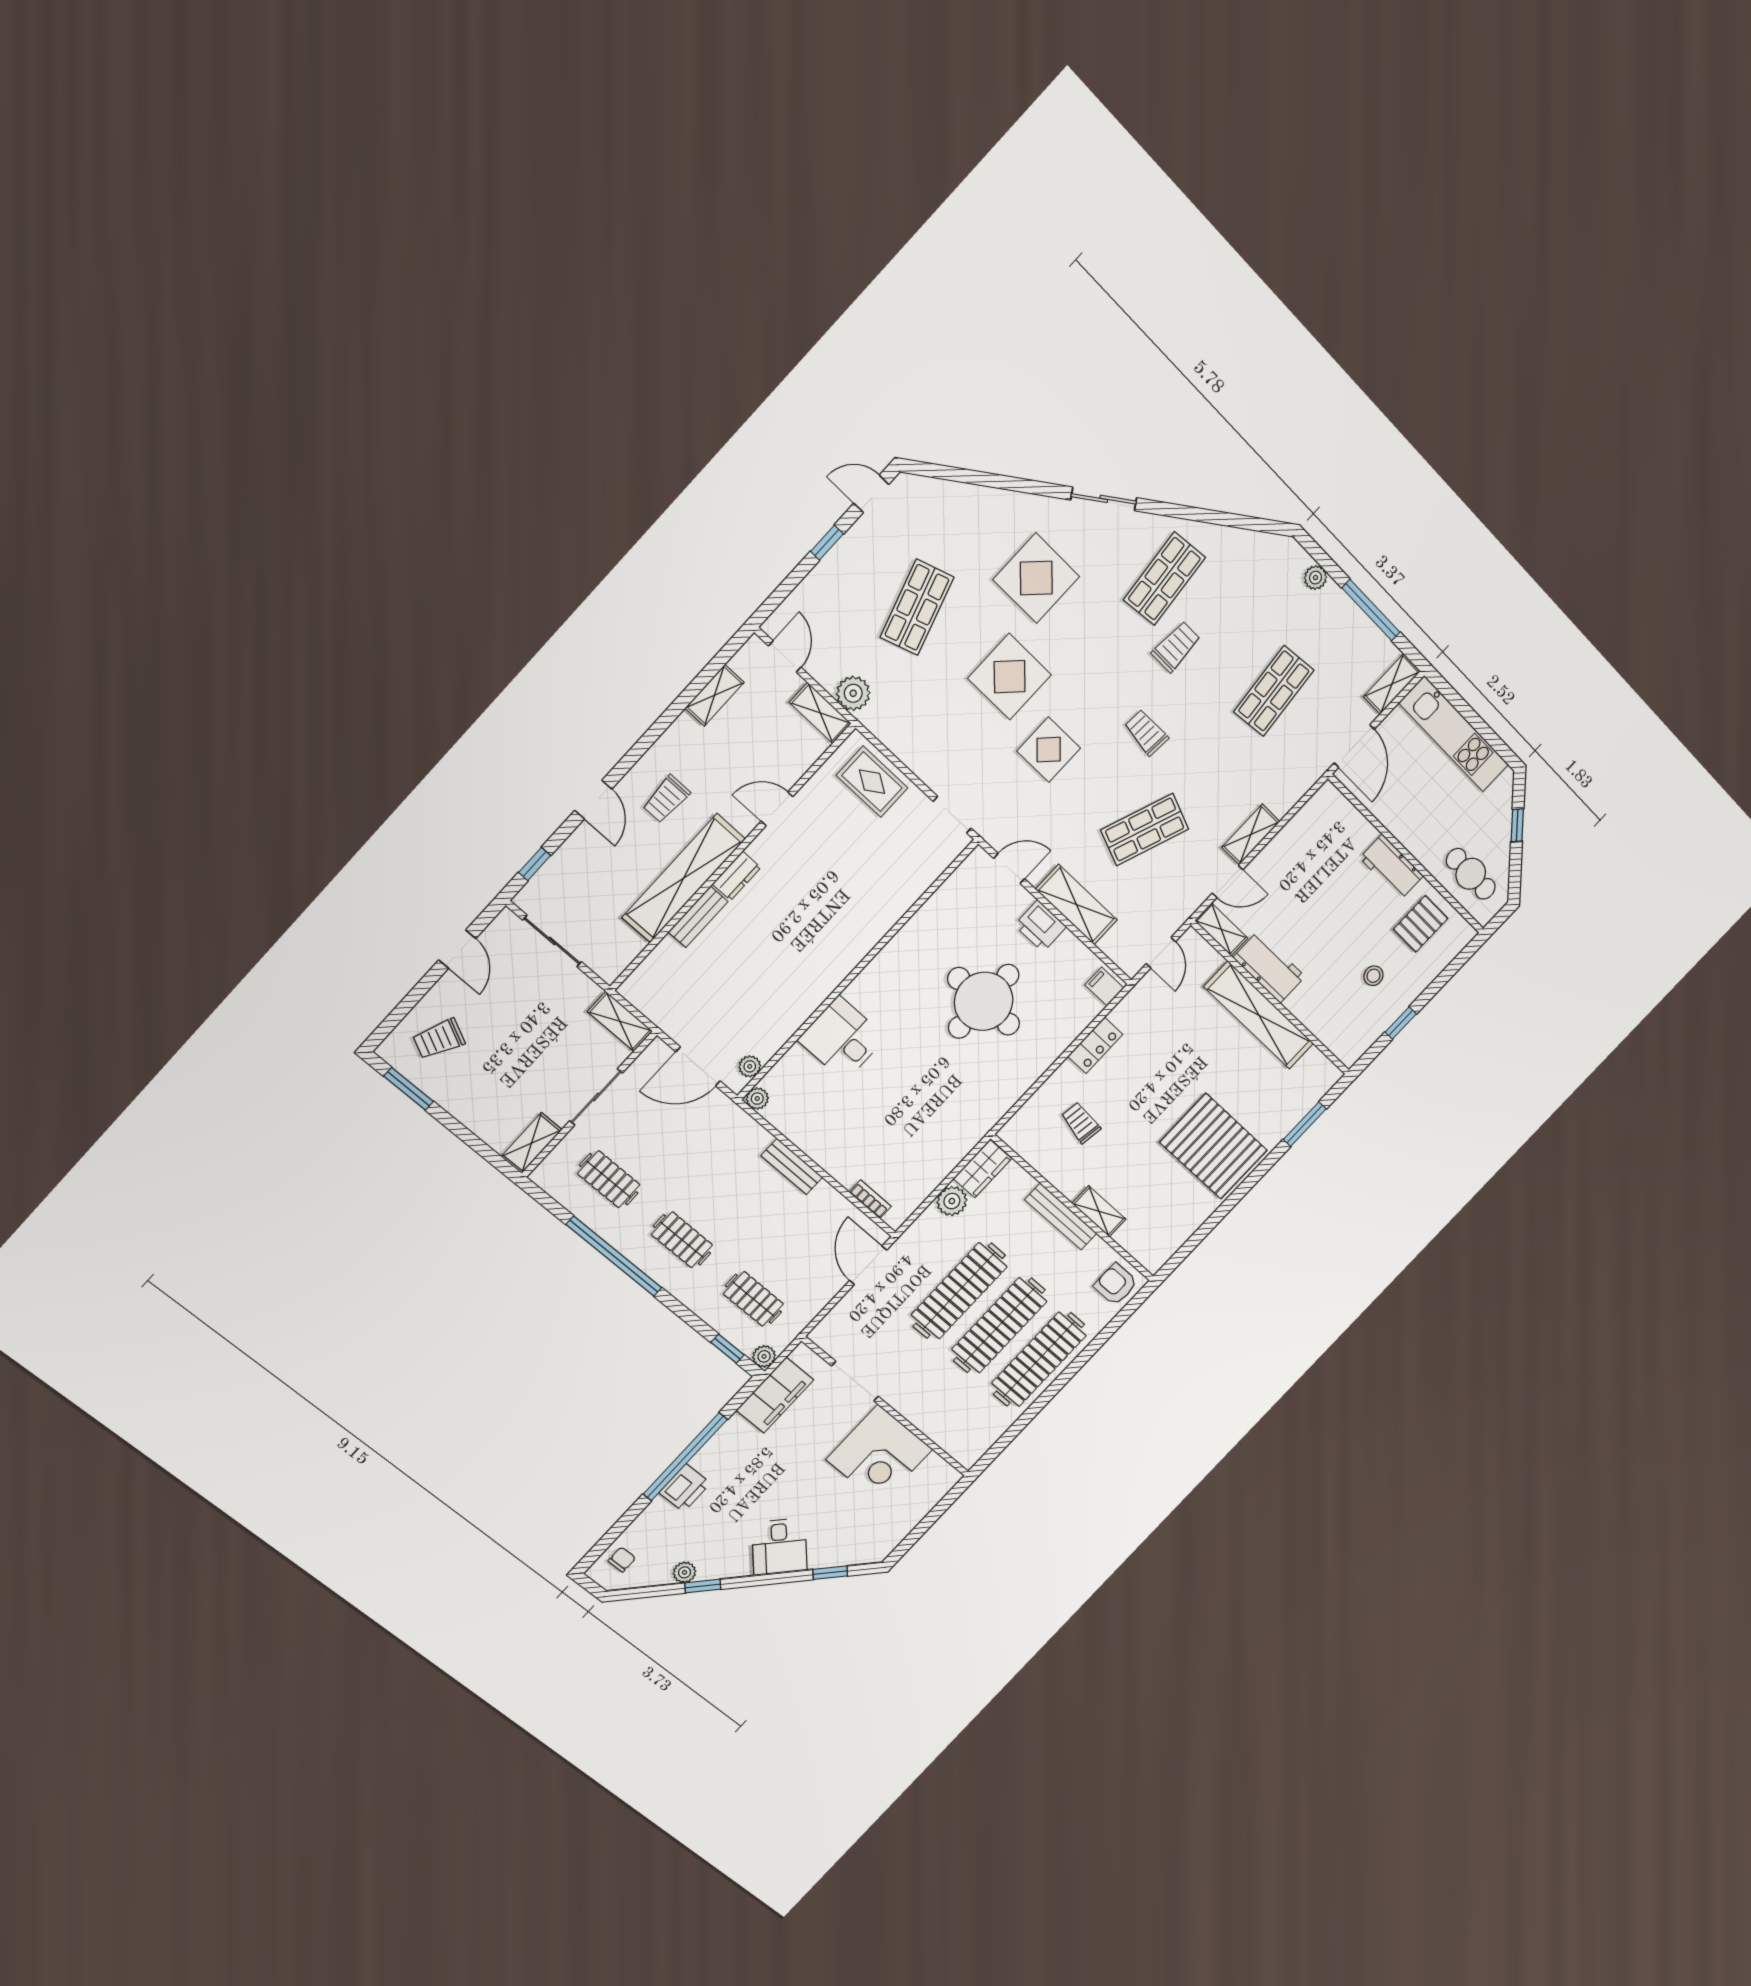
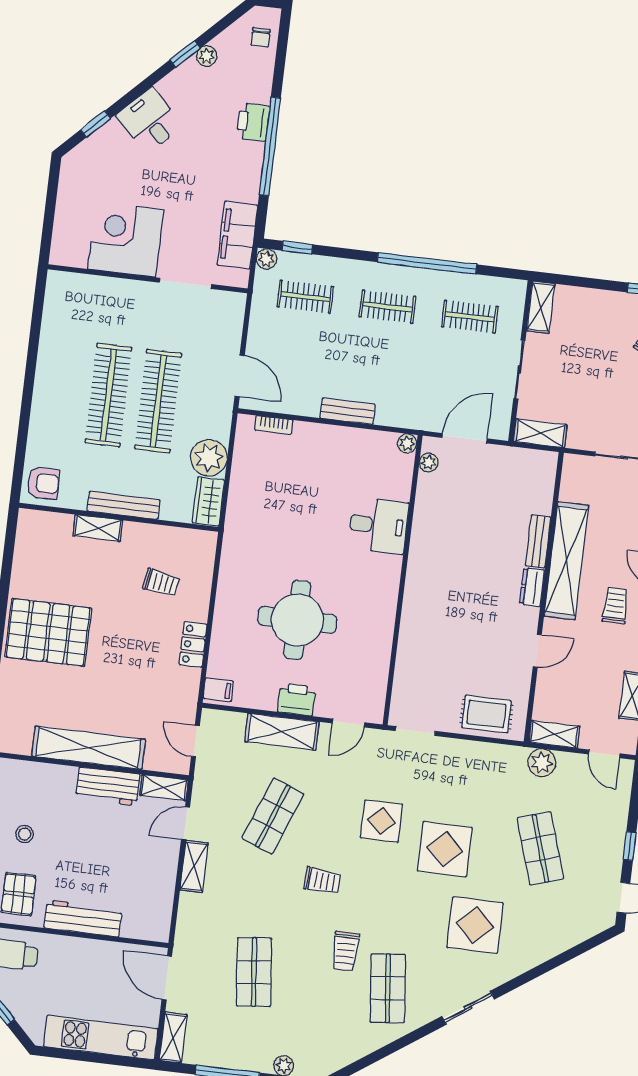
workbench: (1391, 867) -> (83, 918), width x1.38
plant: (952, 1201) -> (209, 458), width x1.36, depth x1.36
clothes rail: (1039, 1359) -> (59, 389), removed

